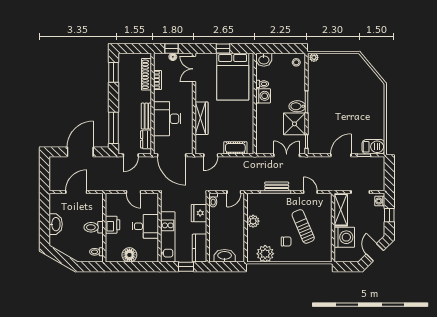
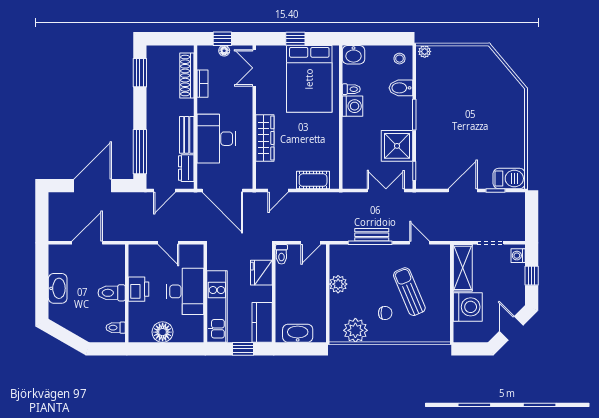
bidet: (297, 106) -> (401, 88), moved
desk: (145, 226) -> (185, 291), width x1.37

